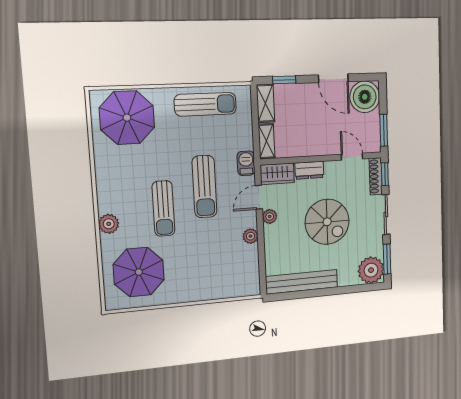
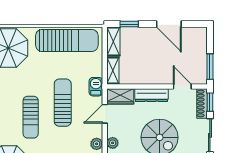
boiler: (365, 97) -> (195, 39), removed
sun lounger: (205, 104) -> (67, 40), width x1.36, depth x1.34
dresser: (309, 170) -> (152, 95), width x1.44
sun lounger: (204, 187) -> (63, 103), turned 180
plant: (270, 216) -> (113, 143), moved

